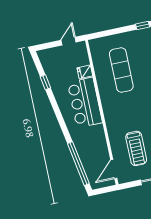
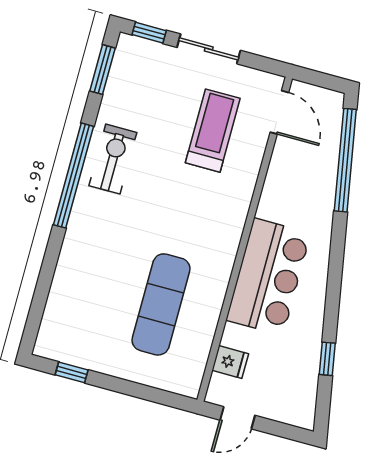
fridge: (85, 72) -> (230, 362), moved
door: (114, 169) -> (279, 112), hinge flipped

